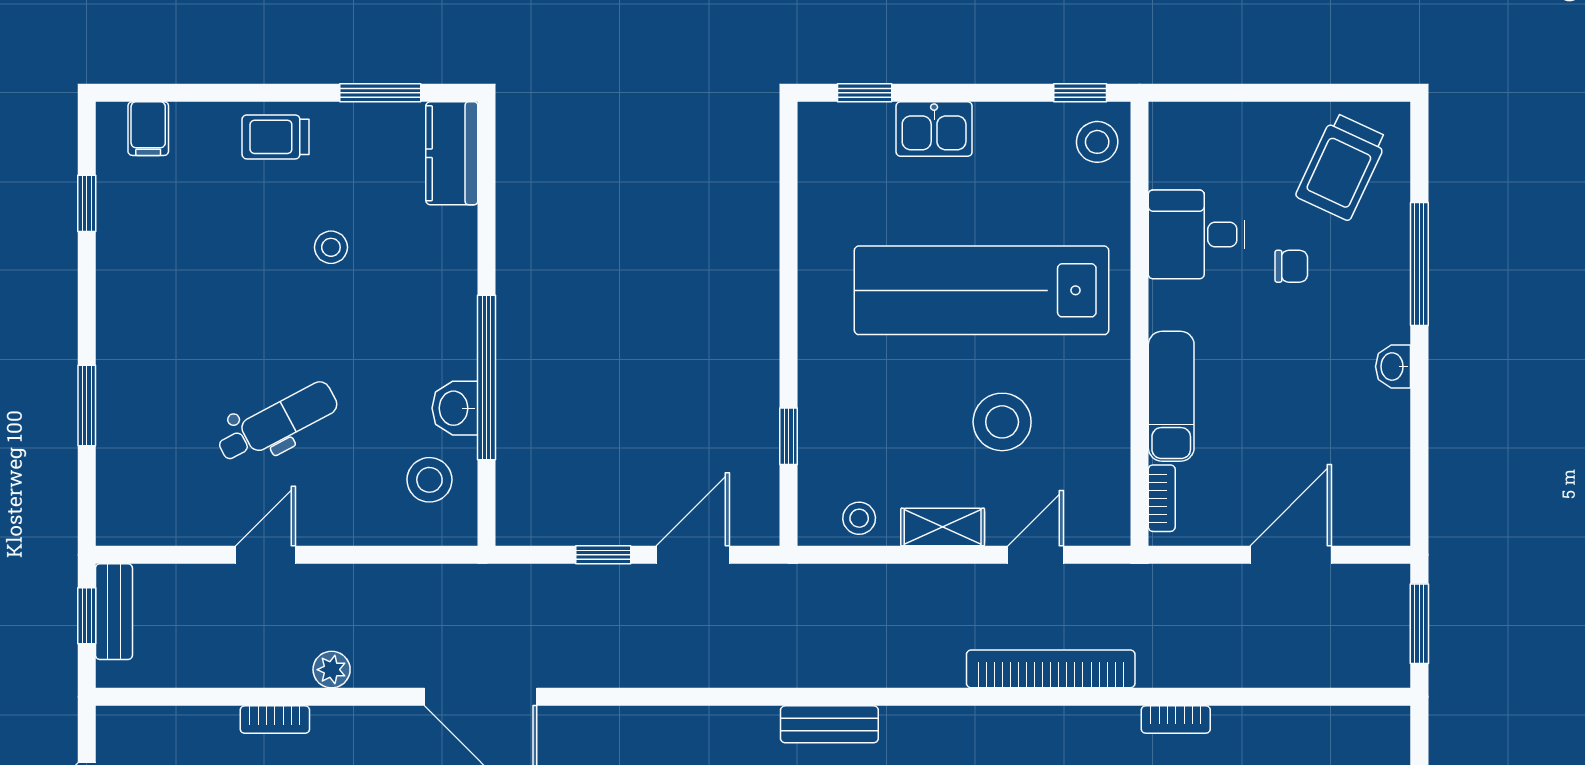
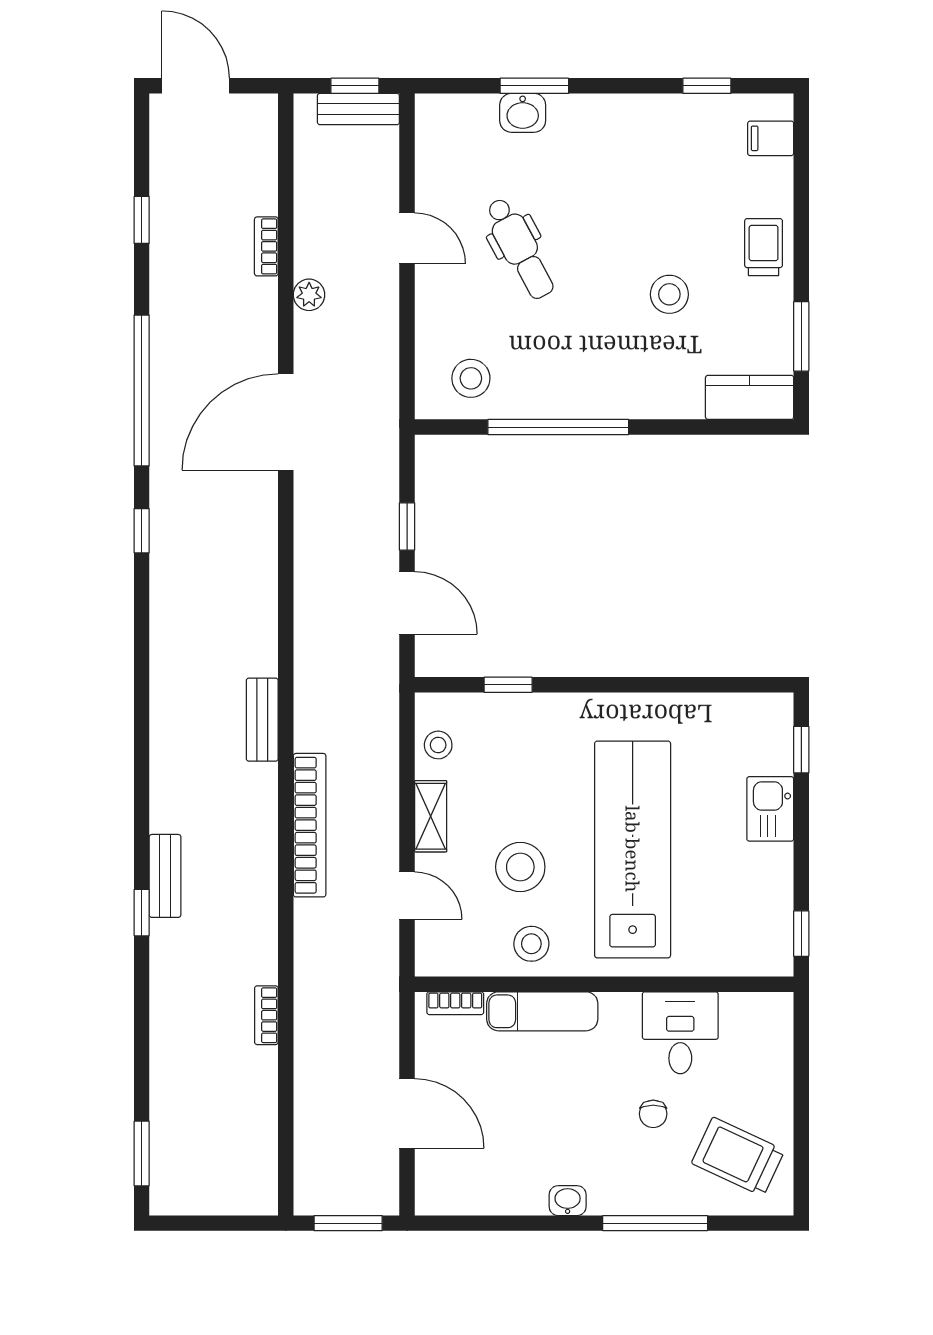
stool: (1097, 142) -> (531, 944), moved
stool: (331, 247) -> (669, 294), width x1.37, depth x1.37
washbasin: (455, 408) -> (523, 113), moved, turned 180
bookcase: (1051, 669) -> (310, 825), moved

